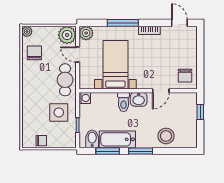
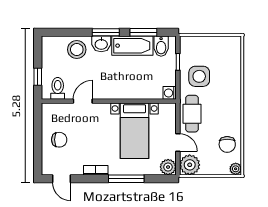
chair: (185, 76) -> (59, 140), moved, turned 90
washbasin: (139, 99) -> (101, 44), moved, turned 180
toilet: (124, 102) -> (58, 88), moved
chair: (41, 141) -> (219, 44), removed

